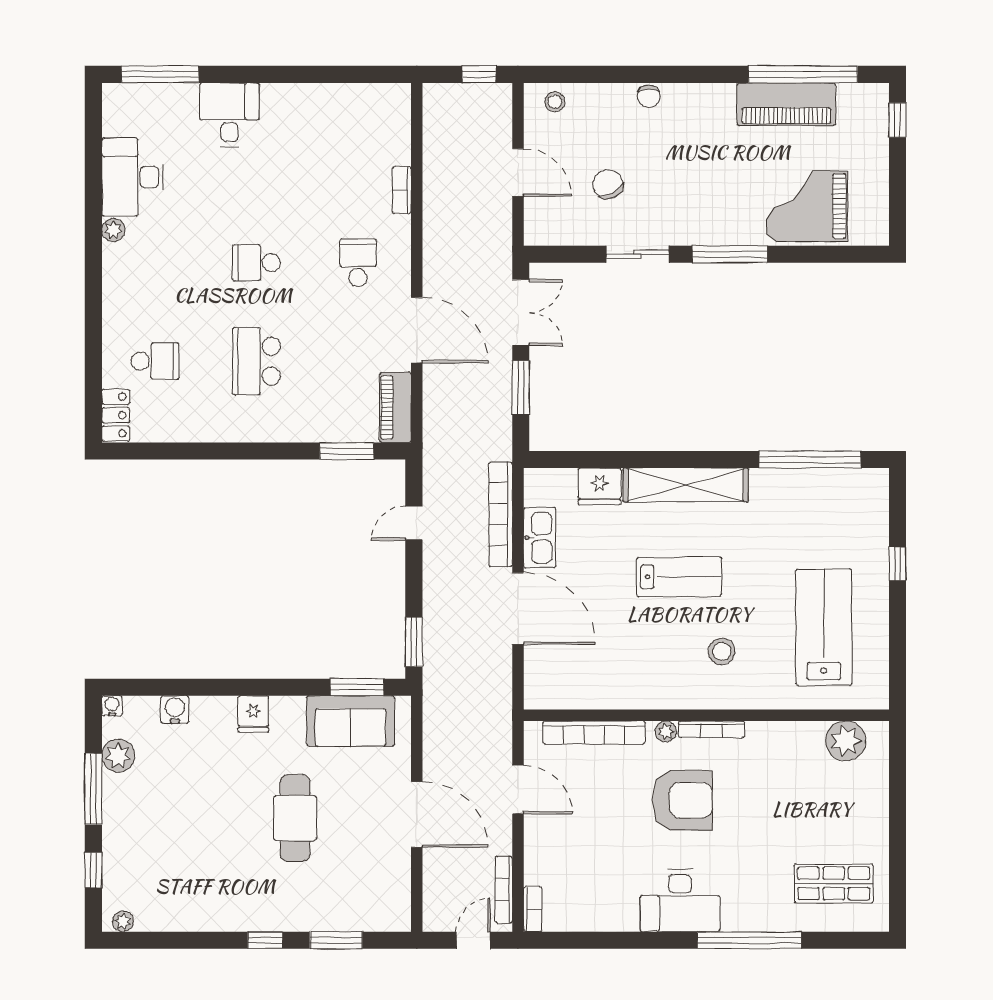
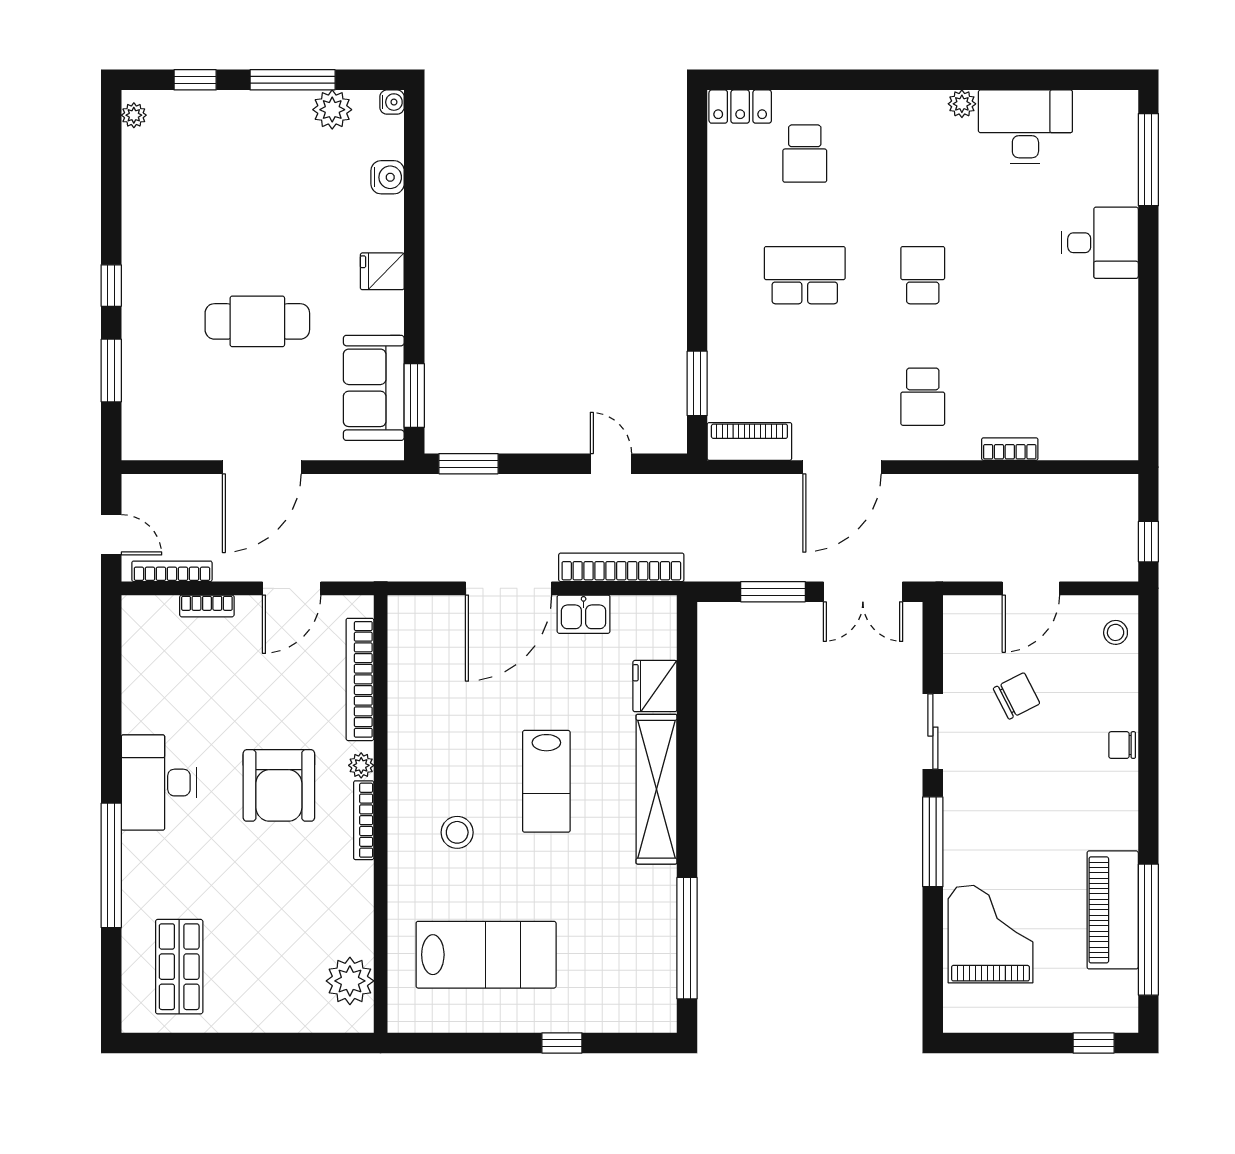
school desk: (358, 263) -> (923, 397), turned 90
kitchen sink: (540, 538) -> (584, 614), width x0.73
bookcase: (533, 909) -> (207, 606), moved

